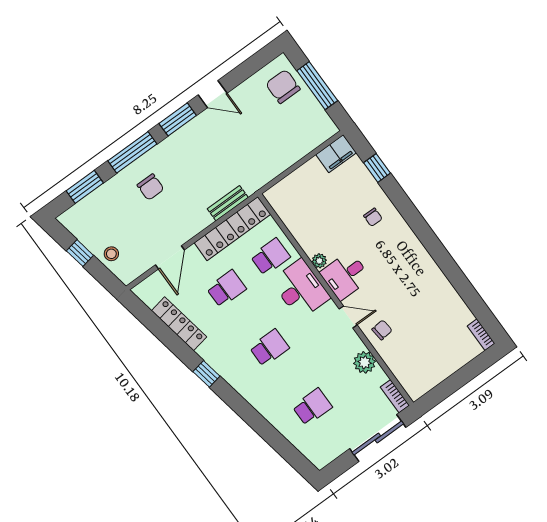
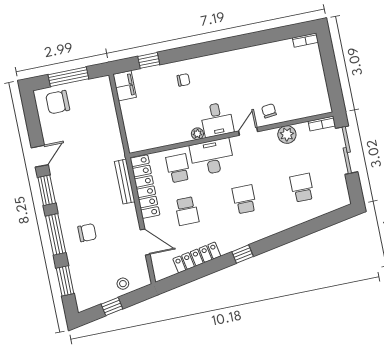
bench: (228, 203) -> (125, 182), width x1.36
school desk: (226, 289) -> (187, 211), turned 180

